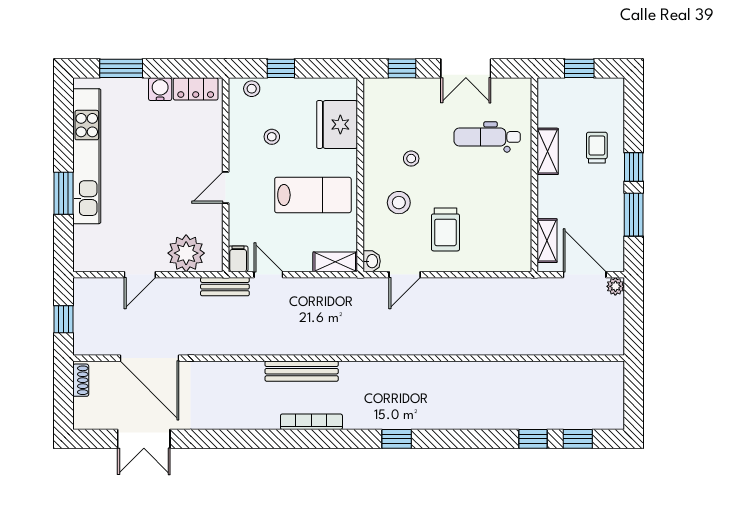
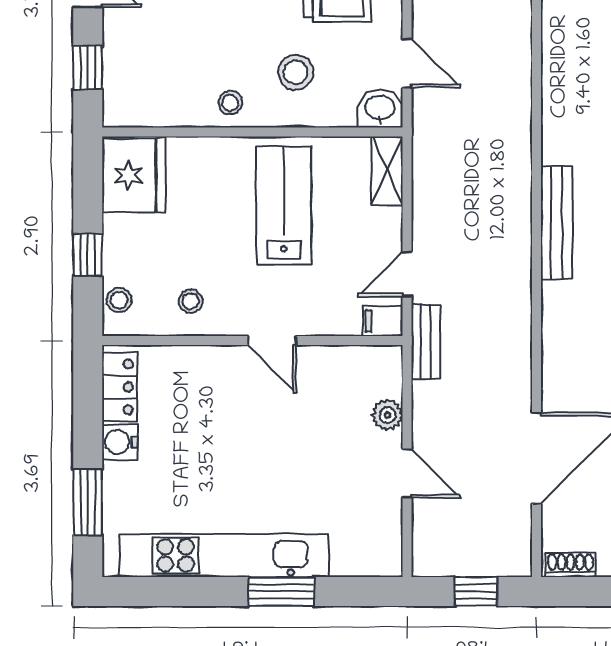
fridge: (337, 124) -> (134, 175), moved, turned -90
stool: (272, 137) -> (191, 301), moved
stool: (411, 159) -> (230, 103), moved
plant: (186, 253) -> (387, 415), width x0.53, depth x0.53
washbasin: (372, 261) -> (380, 108), width x1.38, depth x1.45

